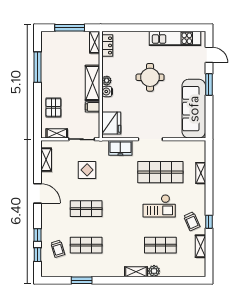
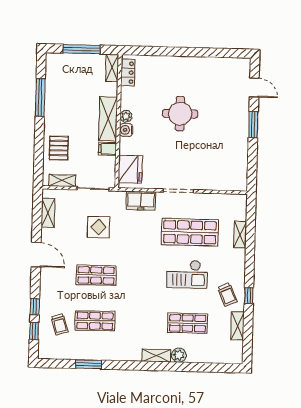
kitchen unit: (175, 38) -> (212, 66), removed
sofa: (194, 109) -> (234, 154), removed

